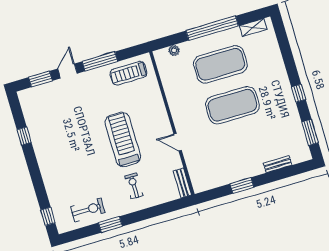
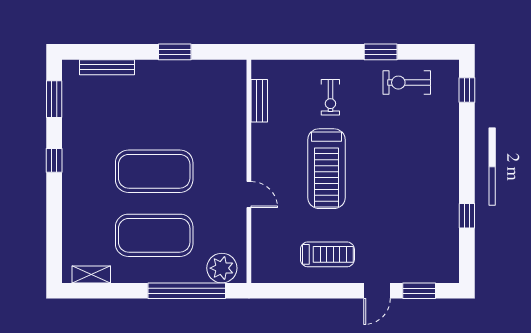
window: (212, 28) -> (187, 291), moved
plant: (174, 50) -> (222, 268), width x1.88, depth x1.88
window: (100, 61) -> (326, 291), removed
treadmill: (128, 73) -> (327, 254), moved
door: (178, 142) -> (249, 195), moved
bench: (278, 164) -> (107, 67), width x1.36
bench: (182, 183) -> (259, 101), moved

